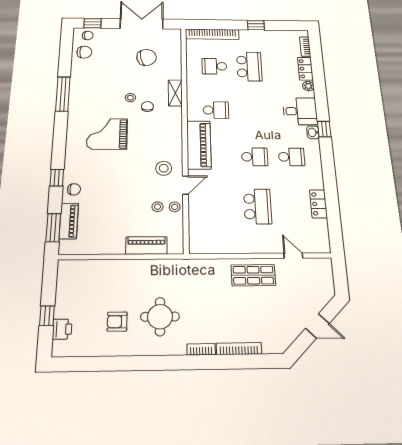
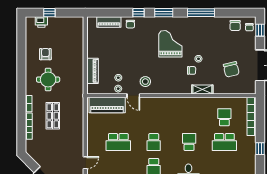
school desk: (216, 110) -> (189, 142), moved, turned 180
piano: (199, 145) -> (107, 105), moved
window: (53, 228) -> (164, 13), moved
shop shelf: (253, 275) -> (53, 116), moved

